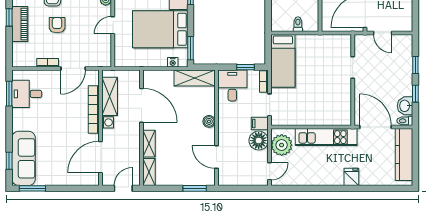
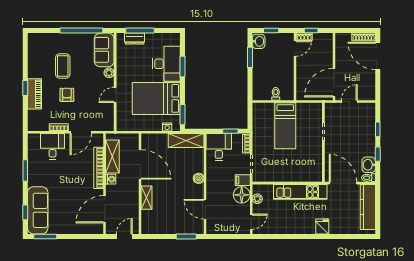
door: (383, 33) -> (349, 102), swing flipped
bed: (283, 61) -> (285, 126), moved
window: (9, 94) -> (25, 171), moved
desk: (27, 94) -> (53, 146), moved, turned 90
plant: (282, 145) -> (257, 199), width x0.53, depth x0.53
shelving: (149, 172) -> (147, 222), removed

